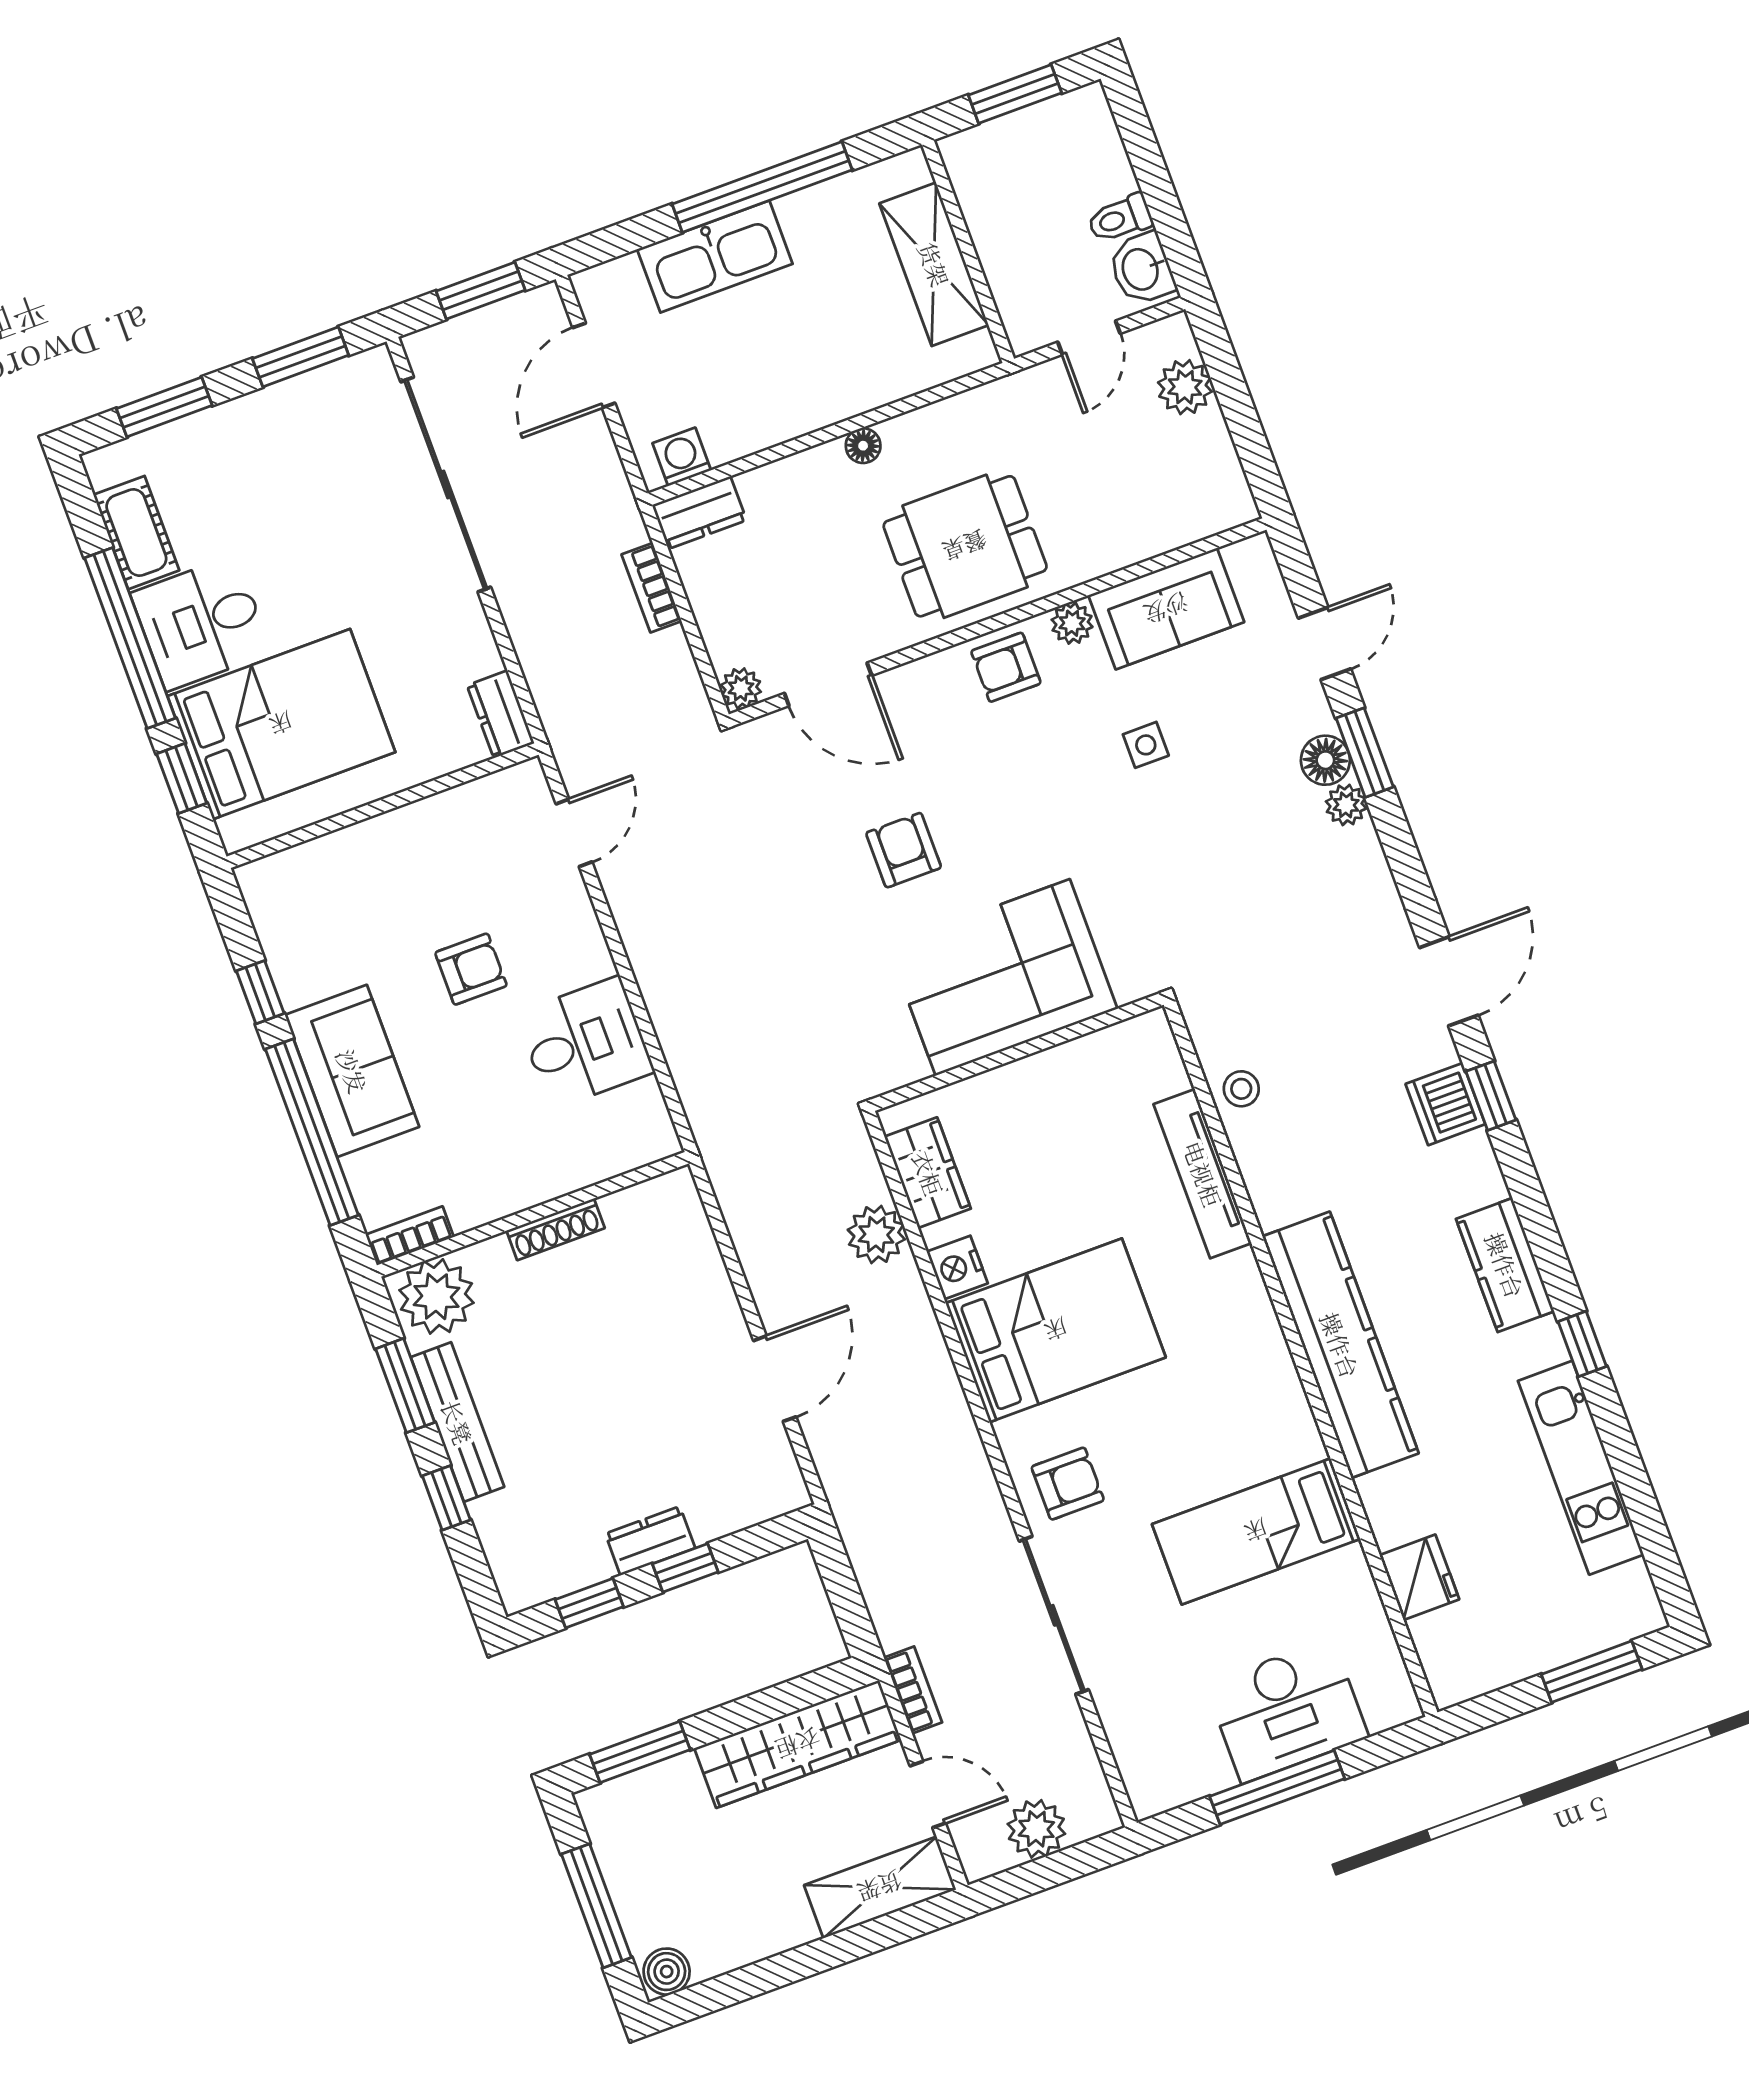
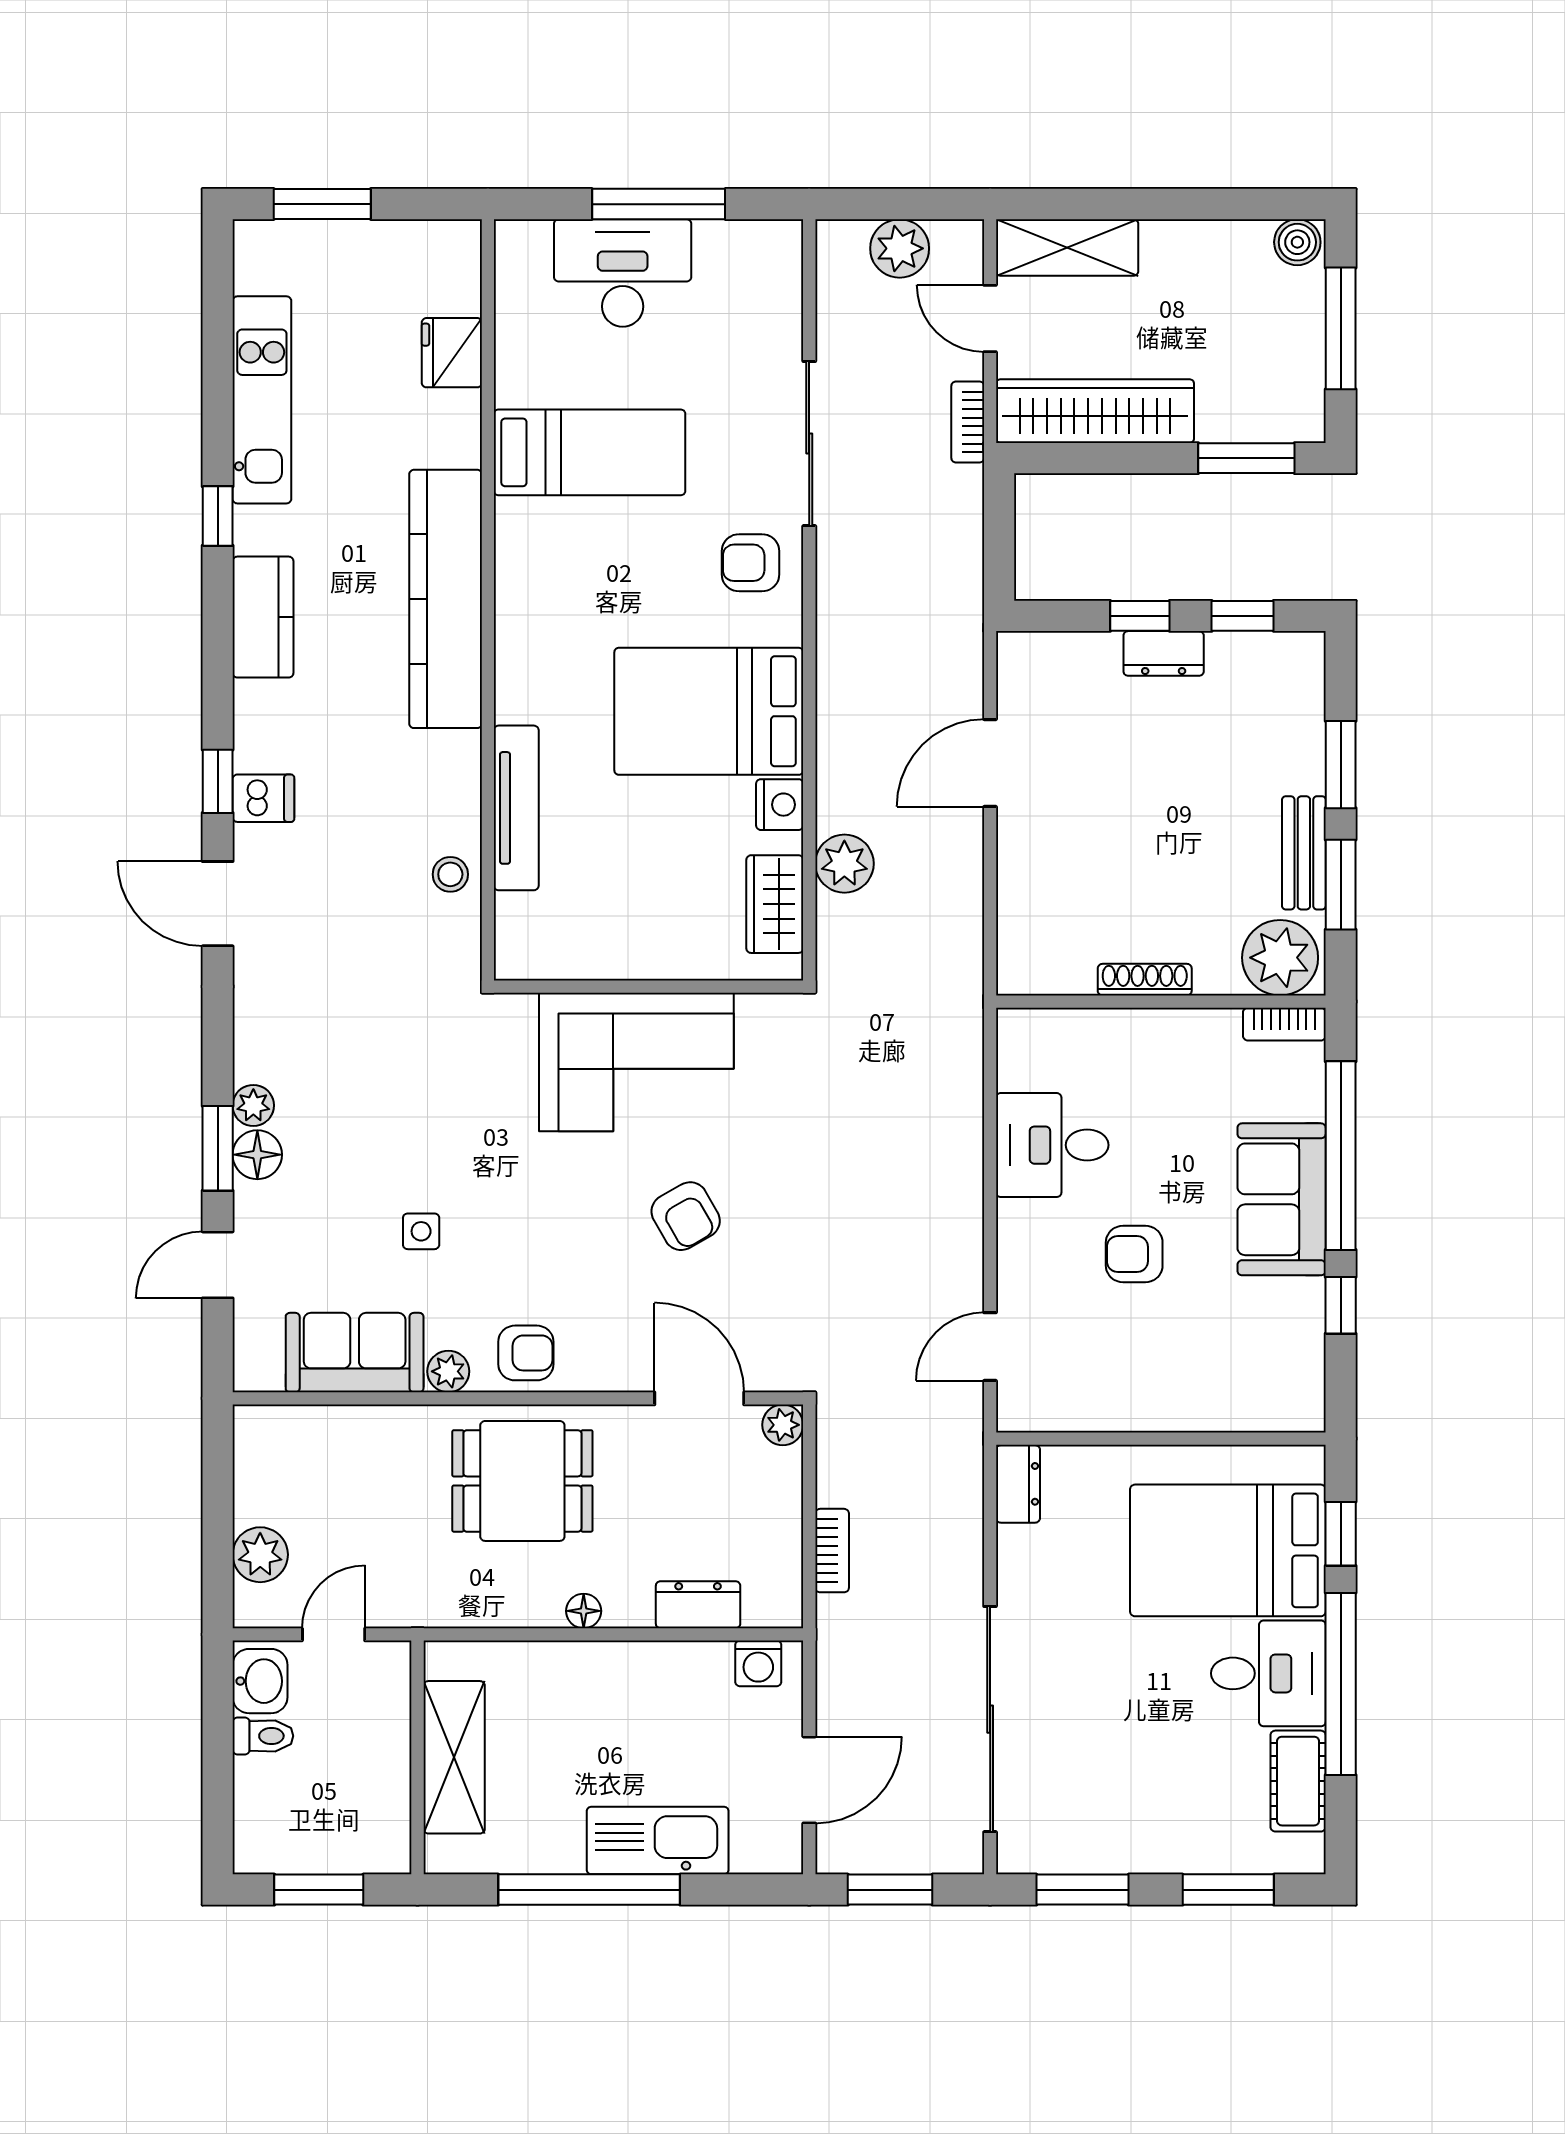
dresser: (699, 513) -> (698, 1605), moved
armchair: (904, 850) -> (686, 1216), turned -30
door: (1449, 981) -> (218, 904), hinge flipped
dishwasher: (1445, 1104) -> (263, 798), width x0.73
bench: (457, 1422) -> (1304, 853), width x0.73
window: (446, 1498) -> (1341, 765), width x1.50

